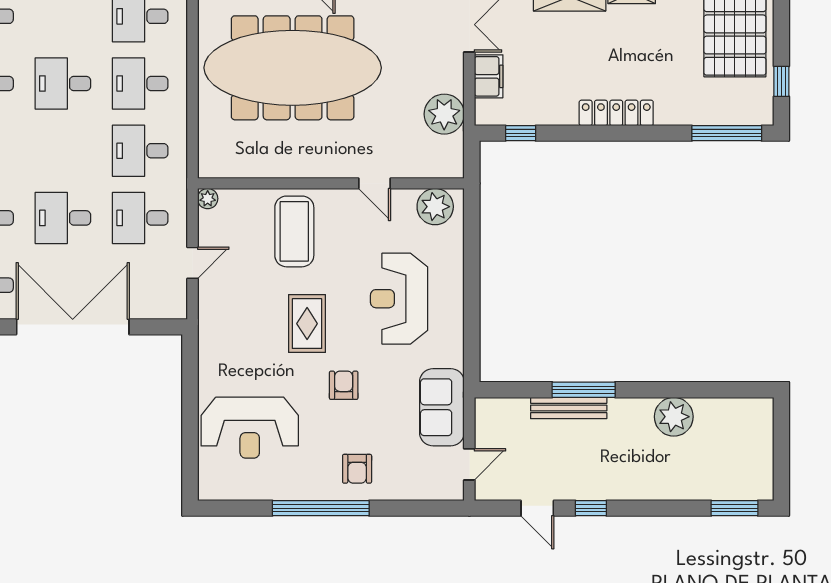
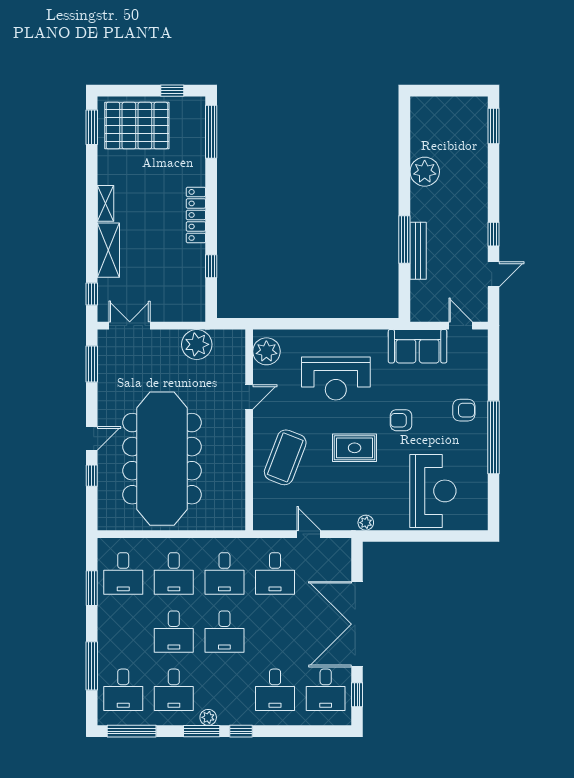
filing cabinet: (489, 76) -> (168, 311), removed
window: (521, 133) -> (211, 266), moved
plant: (208, 199) -> (366, 523), moved
desk: (63, 218) -> (224, 632), moved
coffee table: (294, 231) -> (285, 457), turned -69

